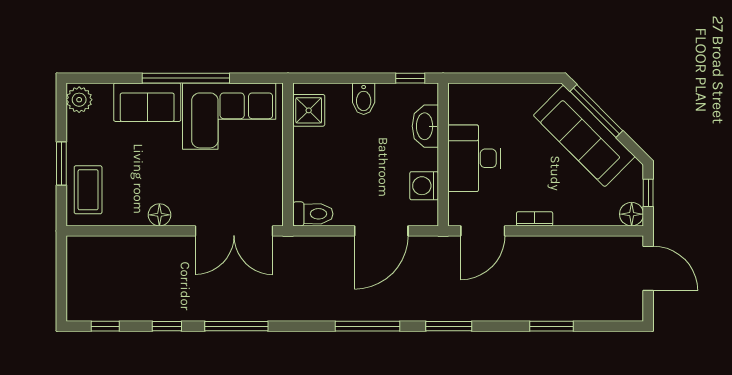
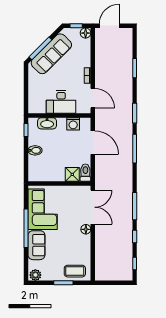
shower: (309, 110) -> (72, 174), moved
floor lamp: (159, 215) -> (86, 229), moved

